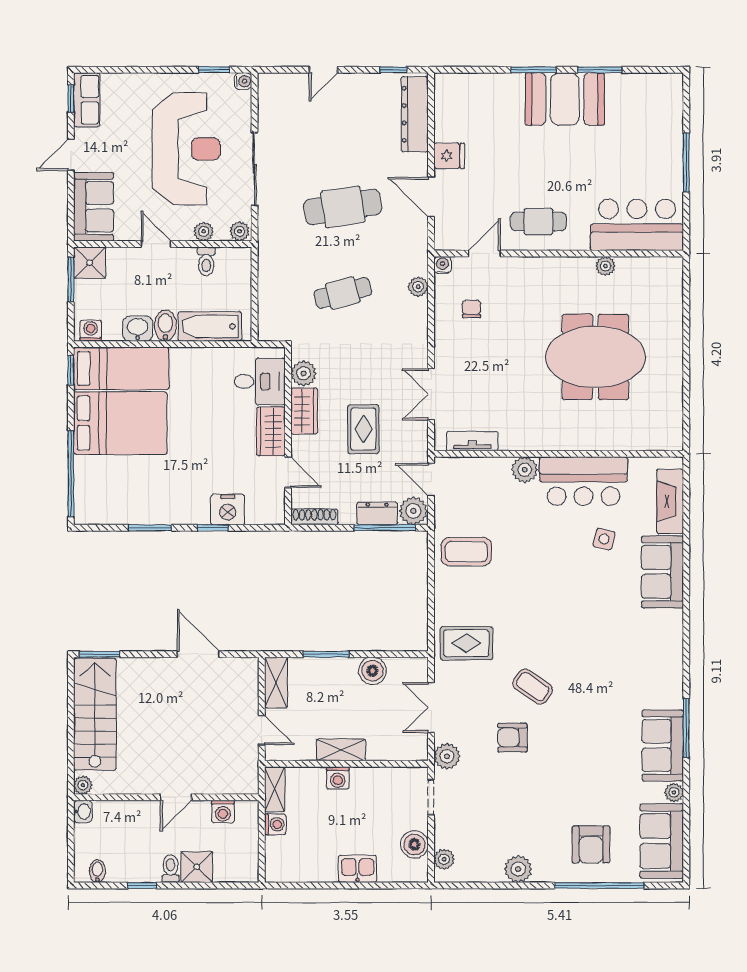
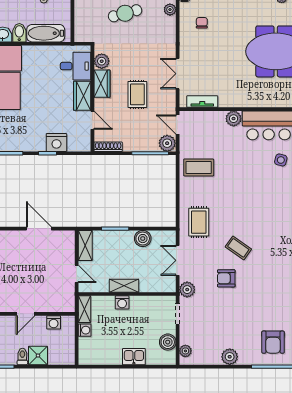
dresser: (377, 513) -> (146, 145), removed
rug: (466, 643) -> (199, 222), turned 90

